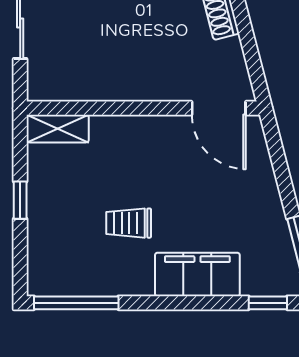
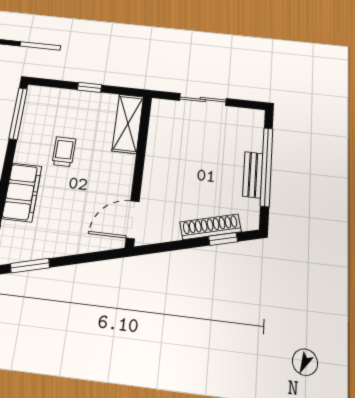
shelving: (58, 129) -> (128, 124), width x1.50, depth x1.33

